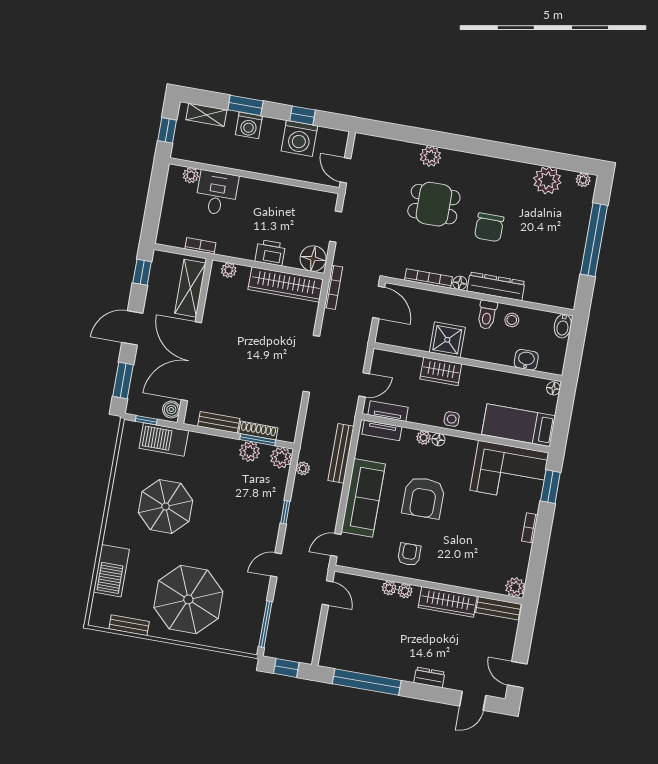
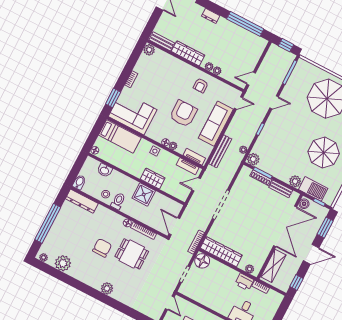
plant: (430, 156) -> (107, 288), moved
dining table: (434, 204) -> (132, 254), moved
printer: (270, 253) -> (244, 282), moved
dresser: (496, 286) -> (82, 201), moved
plant: (249, 452) -> (295, 181), moved
door: (327, 593) -> (251, 79), hinge flipped

